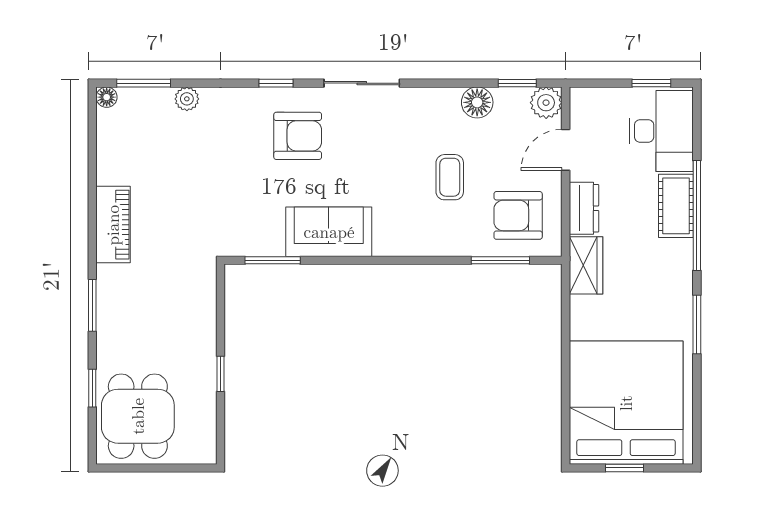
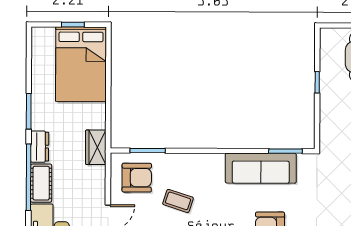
coffee table: (450, 177) -> (178, 201), turned -72
dresser: (584, 208) -> (40, 147), moved, turned 180
sofa: (329, 232) -> (261, 168), width x1.36
bed: (626, 403) -> (81, 64), width x0.73

